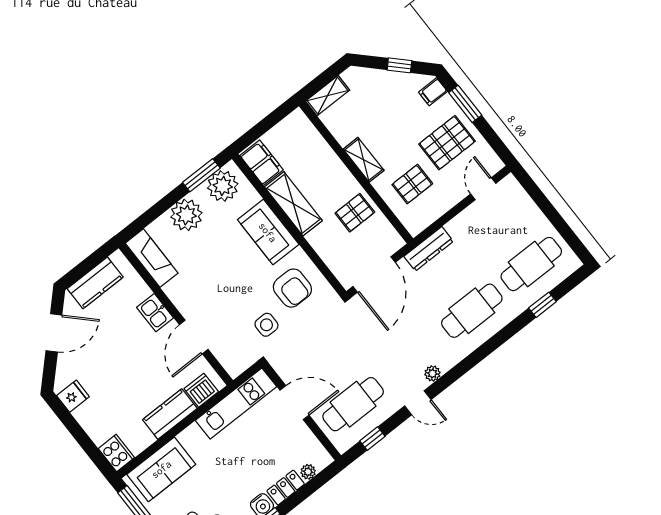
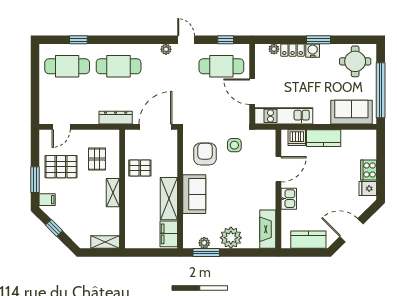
pallet: (412, 184) -> (97, 159), turned 90
plant: (223, 186) -> (204, 243), width x0.53, depth x0.53
cooker: (116, 453) -> (369, 170), moved

